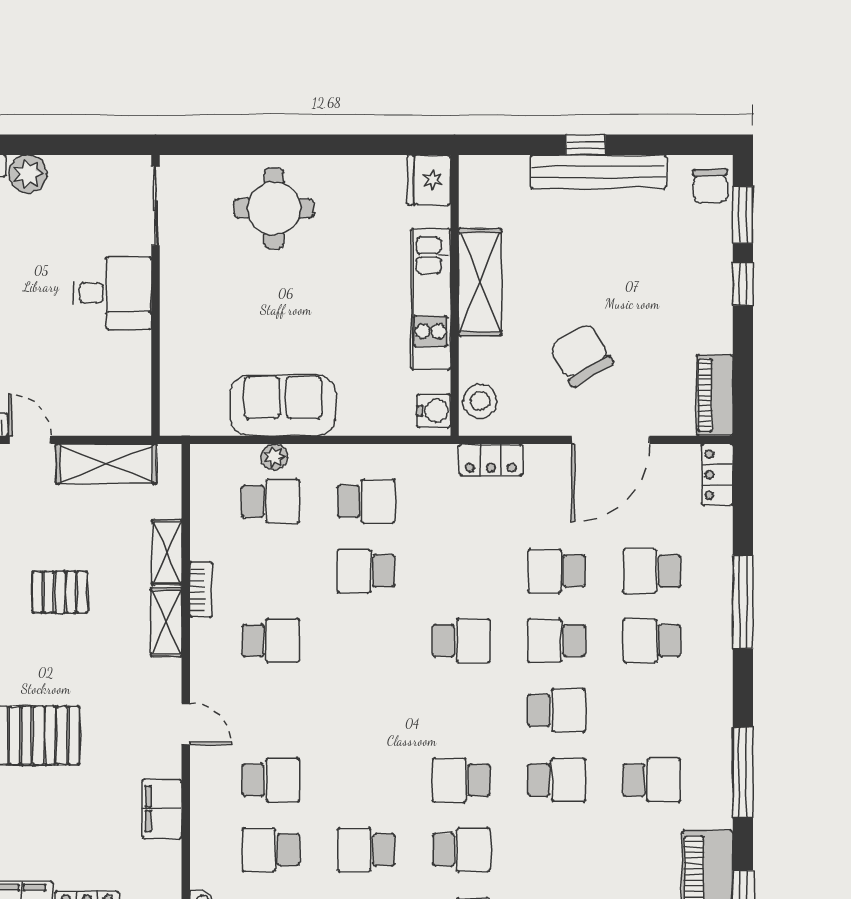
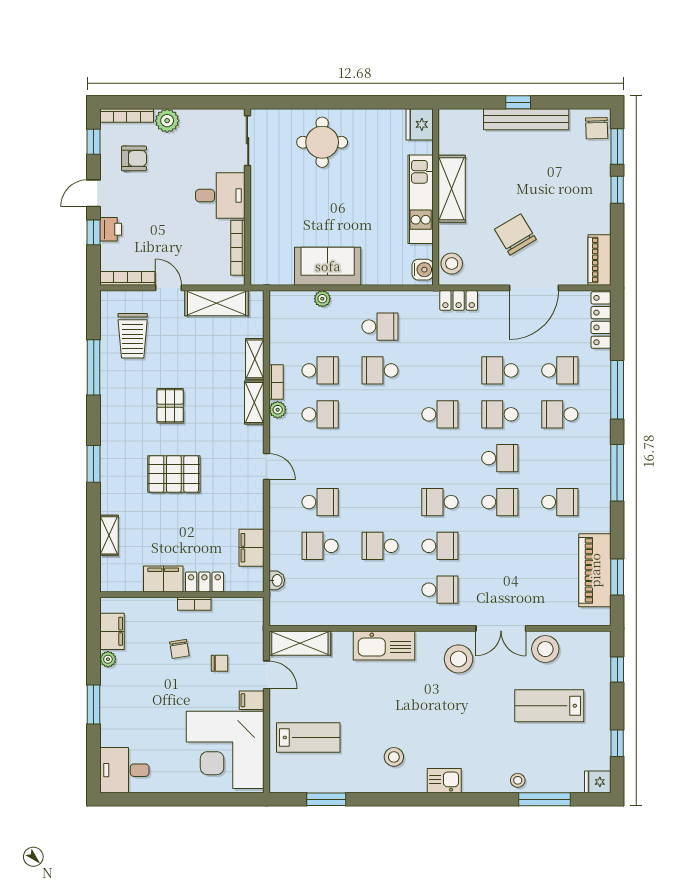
bookcase: (140, 376) -> (238, 248), added
locker: (717, 475) -> (601, 320), width x1.53
school desk: (271, 501) -> (320, 370), moved
school desk: (652, 571) -> (560, 370), turned 180
pallet: (60, 592) -> (170, 406), moved, turned 90
plant: (203, 633) -> (278, 410), added
window: (743, 772) -> (617, 473), moved
filing cabinet: (162, 809) -> (252, 548), moved

